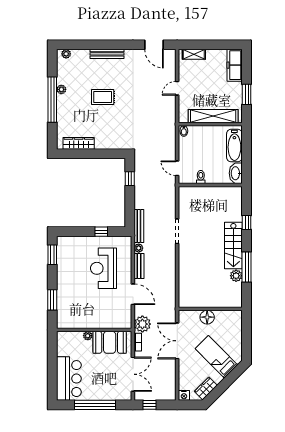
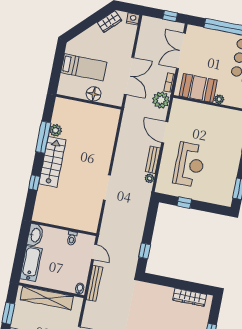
bench: (139, 226) -> (94, 283), moved
bed: (216, 357) -> (84, 67), moved, turned -45

